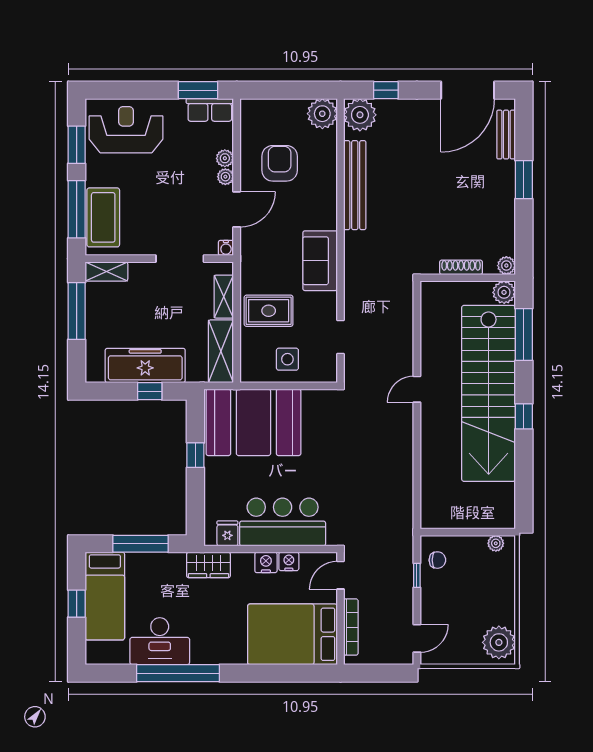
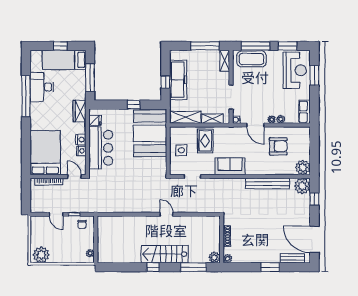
window: (198, 90) -> (314, 75), moved
stairs: (489, 393) -> (164, 254), width x0.54, depth x0.66
door: (417, 638) -> (56, 214), moved

